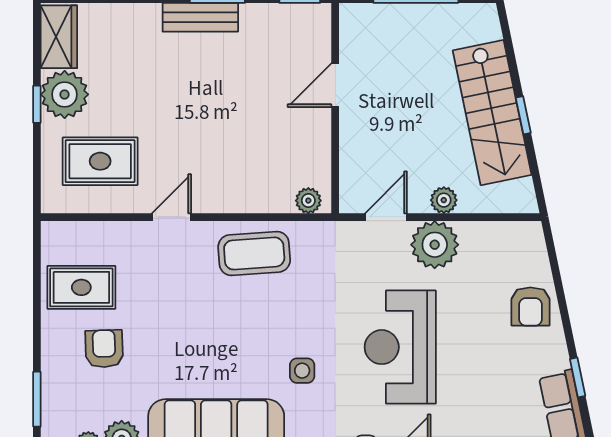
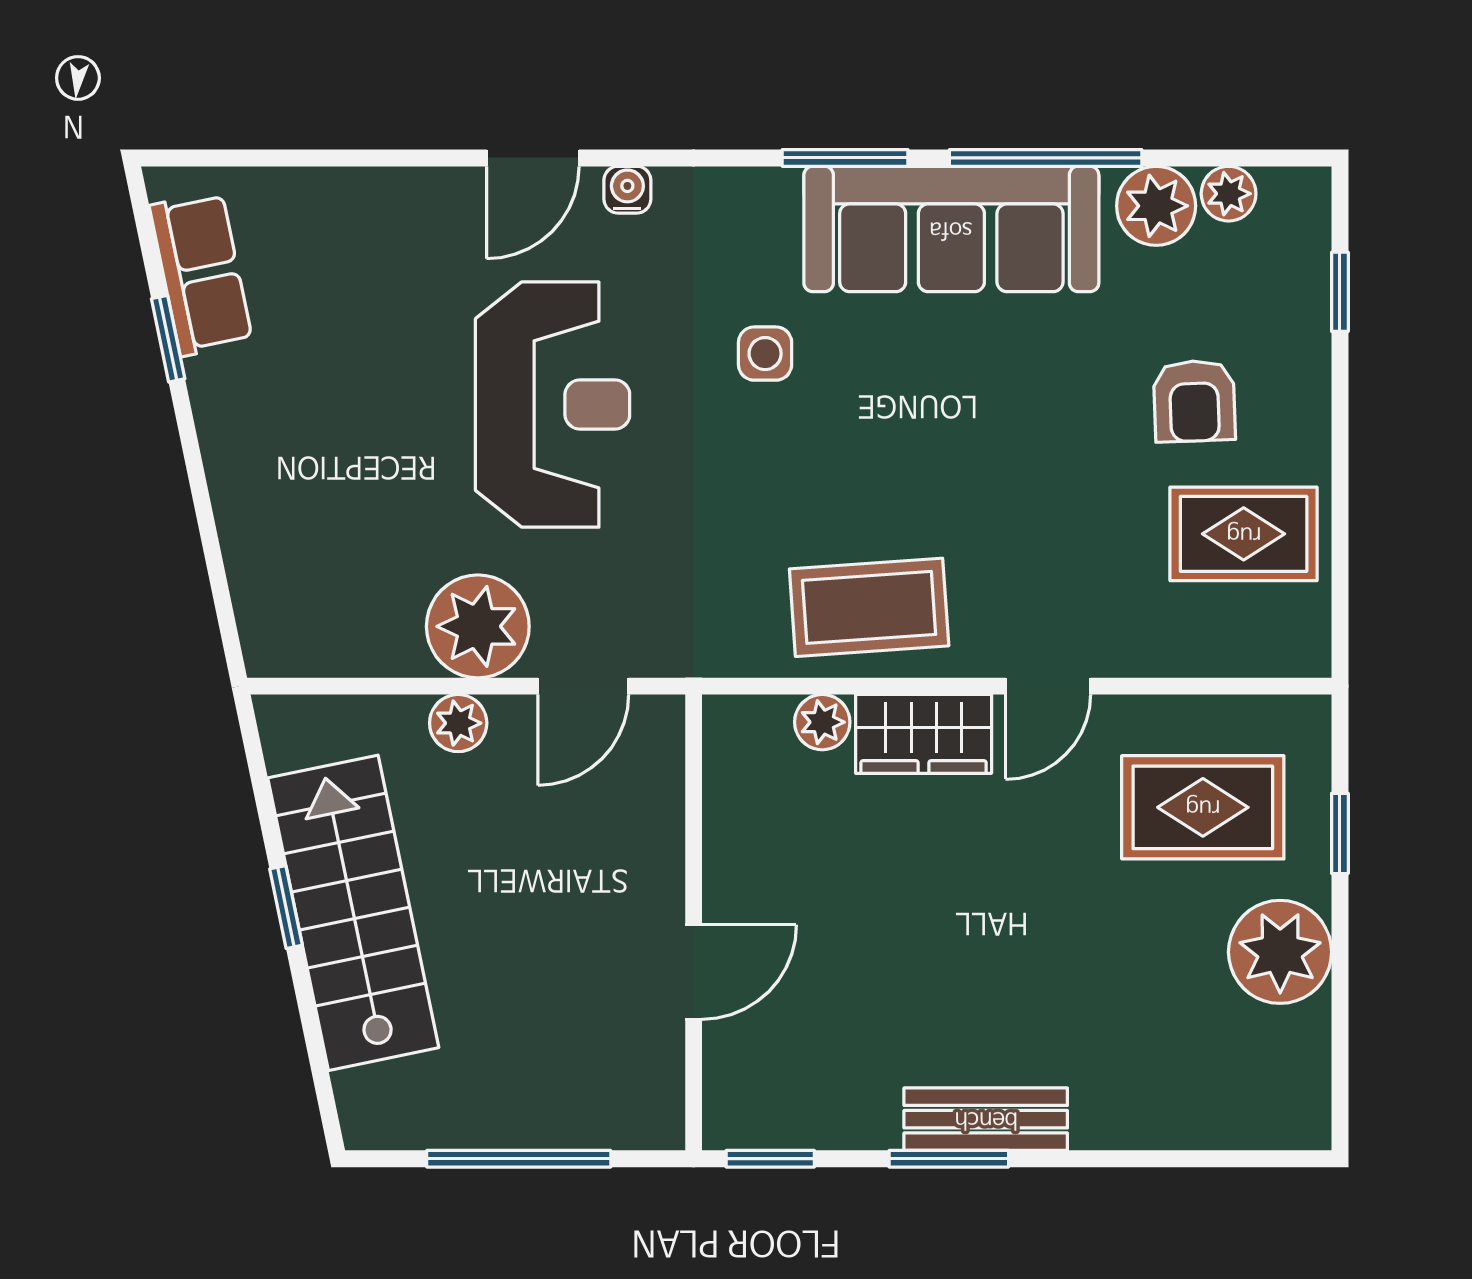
wardrobe: (59, 37) -> (924, 734), moved, turned -90
window: (37, 104) -> (1340, 833), moved
plant: (308, 201) -> (822, 722), moved
armchair: (530, 307) -> (270, 492), removed
window: (37, 399) -> (1340, 292), width x0.67

